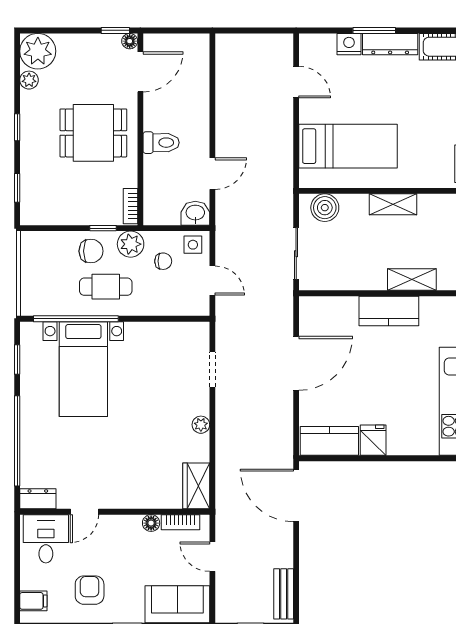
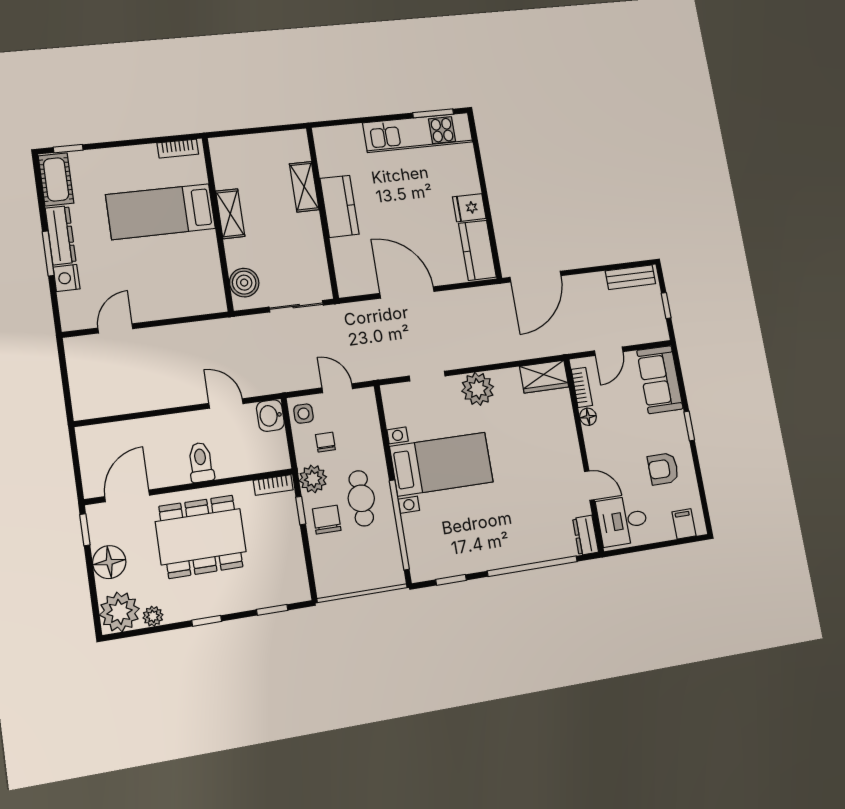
floor lamp: (130, 41) -> (109, 562), moved, width x1.89, depth x1.89
door: (140, 72) -> (127, 496), hinge flipped
dining table: (93, 133) -> (201, 537), width x1.38
bed: (348, 146) -> (161, 212), moved, turned -90
door: (212, 280) -> (337, 388), hinge flipped
bed with nightstands: (83, 369) -> (442, 464), moved
plant: (201, 425) -> (478, 389), width x1.88, depth x1.88

